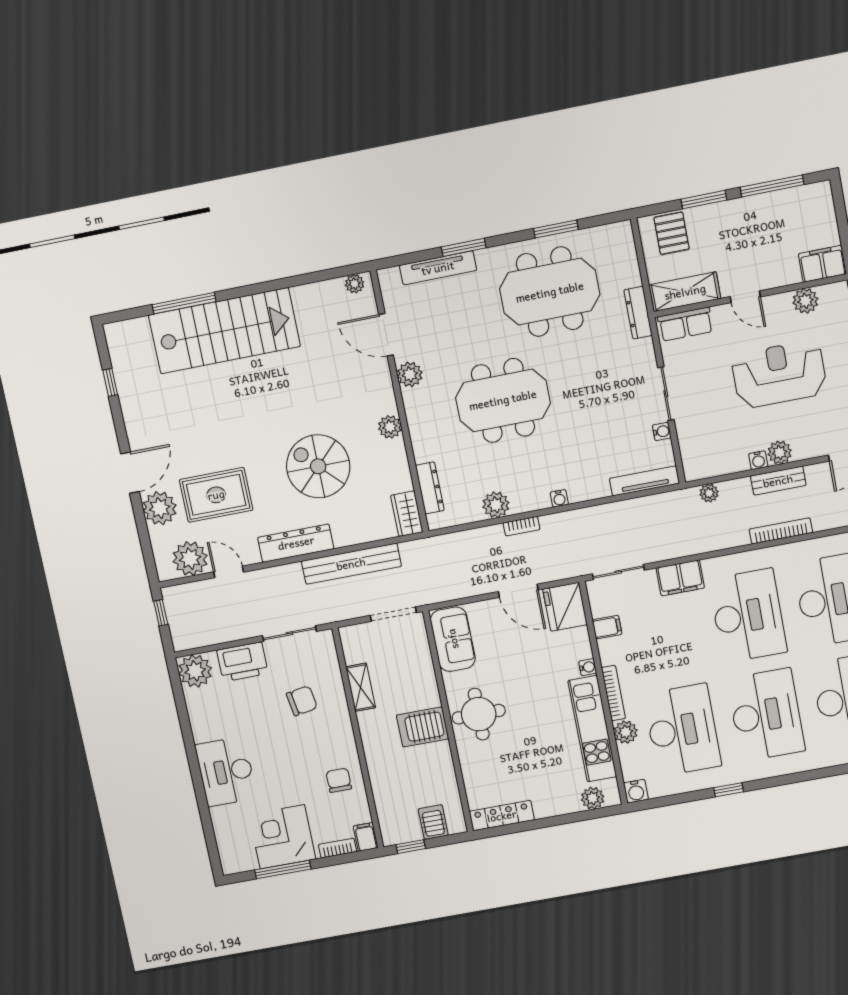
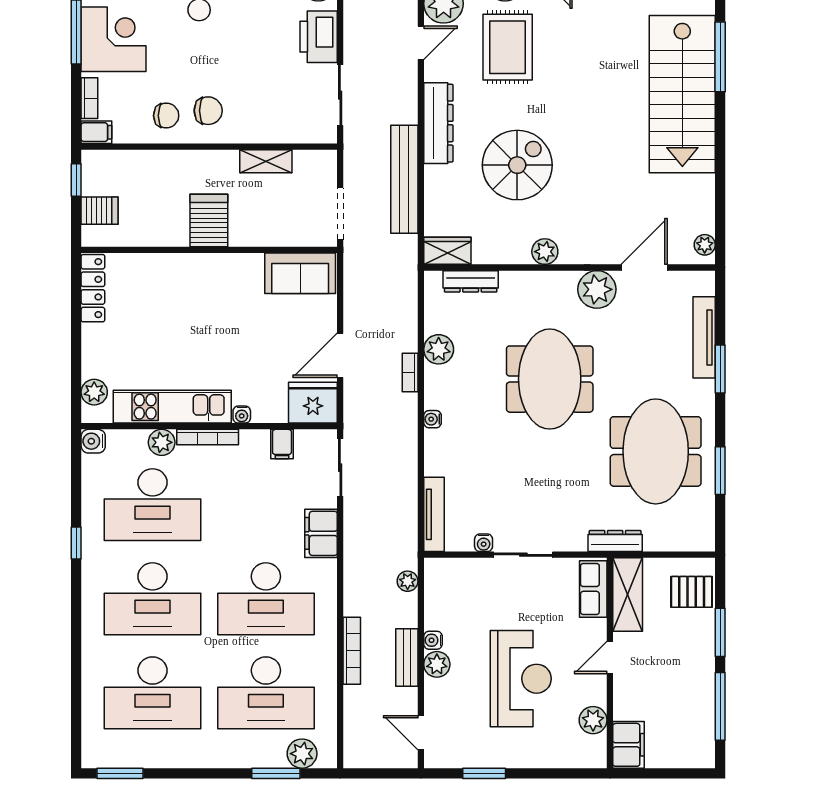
plant: (410, 374) -> (597, 289), width x1.36, depth x1.36
chair: (302, 701) -> (208, 111), moved, turned -81
round table: (479, 714) -> (212, 285), removed

